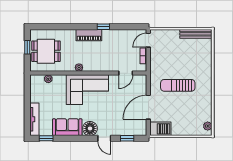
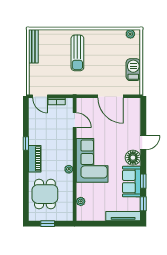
dining table: (46, 51) -> (45, 194), moved
sun lounger: (178, 85) -> (77, 53), moved
barbecue: (160, 129) -> (133, 70), moved
window: (127, 138) -> (143, 181), moved

